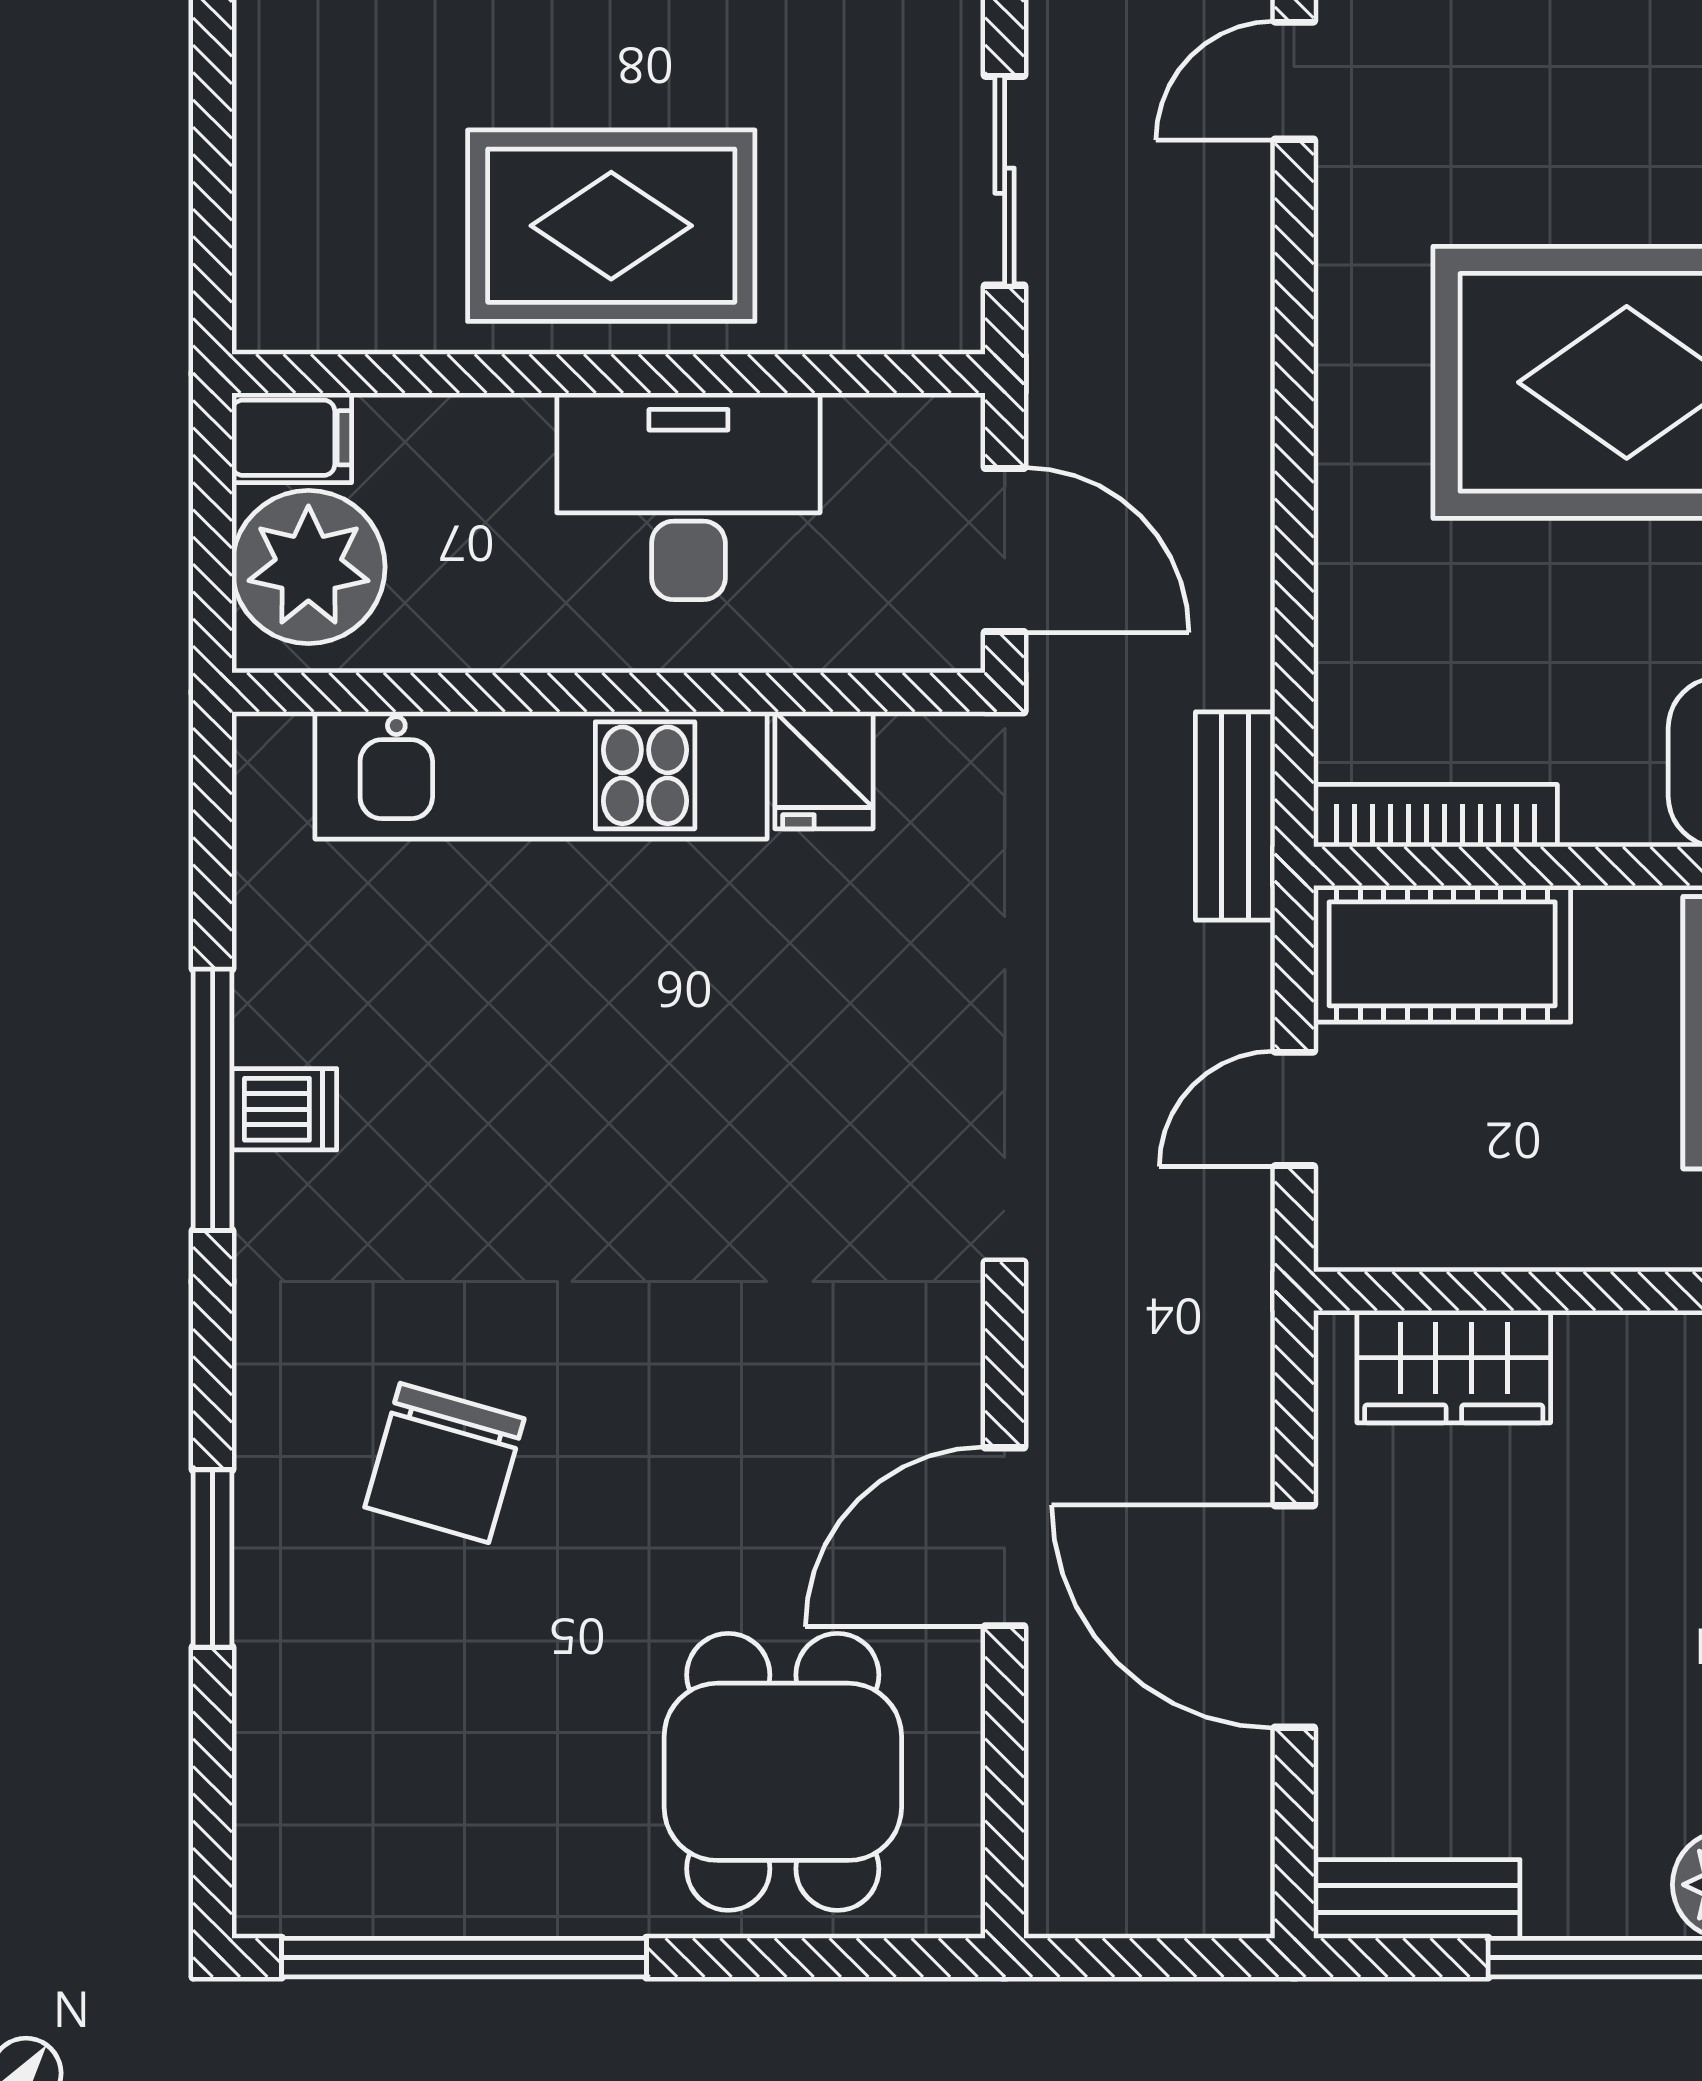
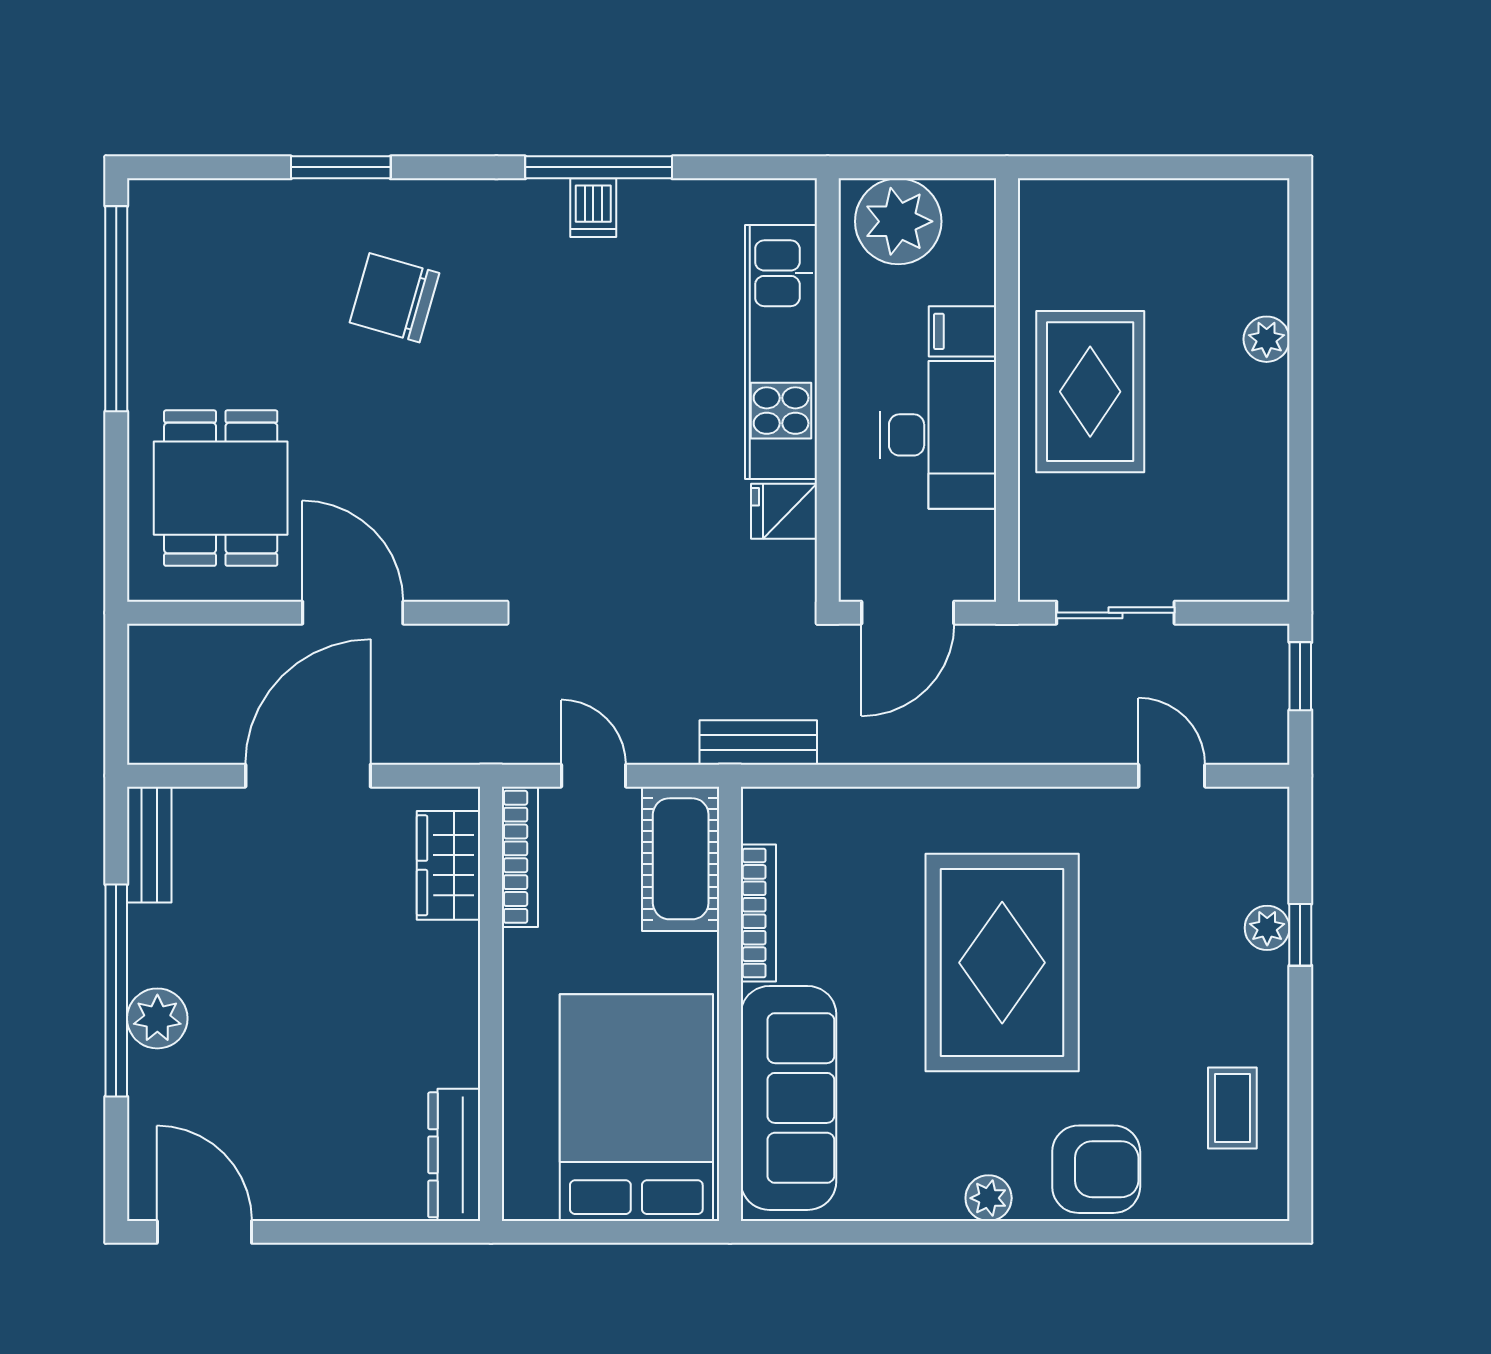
filing cabinet: (292, 438) -> (962, 331), moved, turned 90
bookcase: (1435, 816) -> (758, 913), moved
bookcase: (1439, 1240) -> (520, 857), added
dining table: (783, 1772) -> (221, 488), turned 90

